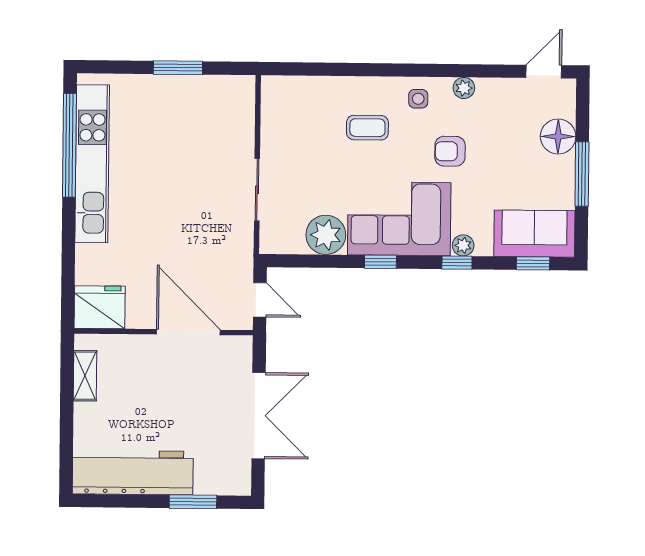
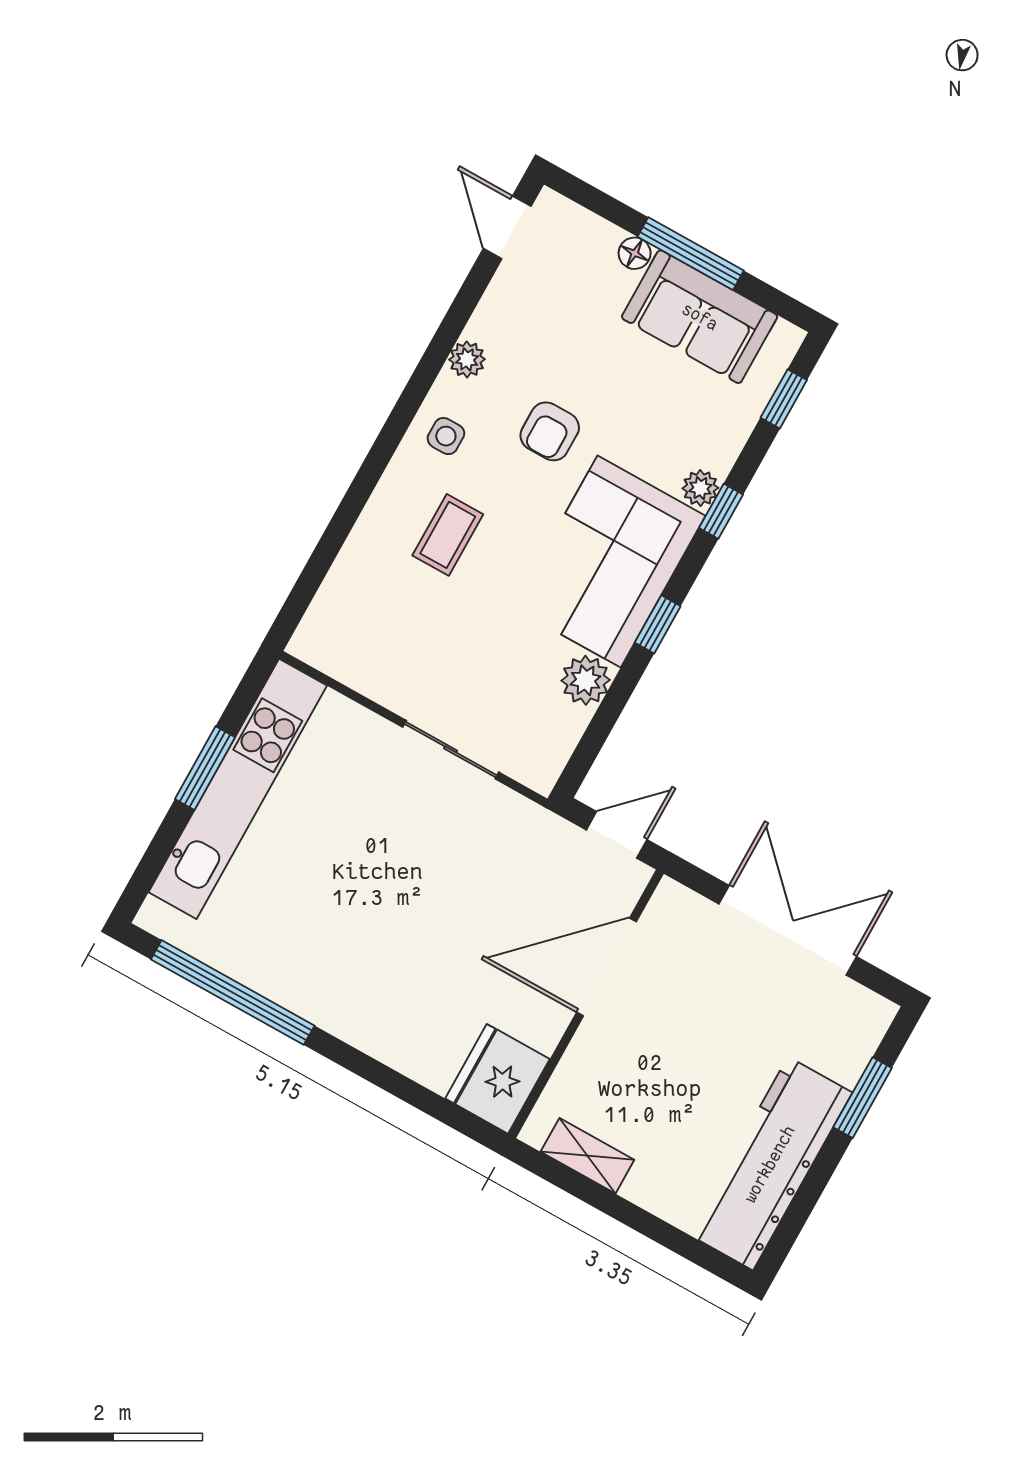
floor lamp: (558, 136) -> (635, 253), width x0.53, depth x0.53
kitchen unit: (92, 164) -> (238, 789), moved, turned 90
sofa: (534, 234) -> (700, 317), moved, turned -90
plant: (326, 235) -> (586, 680), width x0.73, depth x0.73

